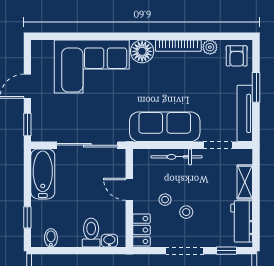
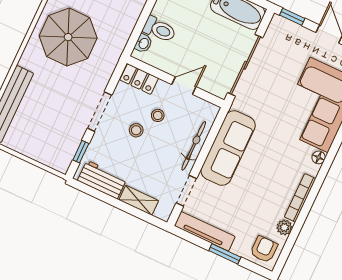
floor lamp: (142, 51) -> (319, 157), width x0.53, depth x0.53
armchair: (237, 56) -> (264, 249), turned 90

